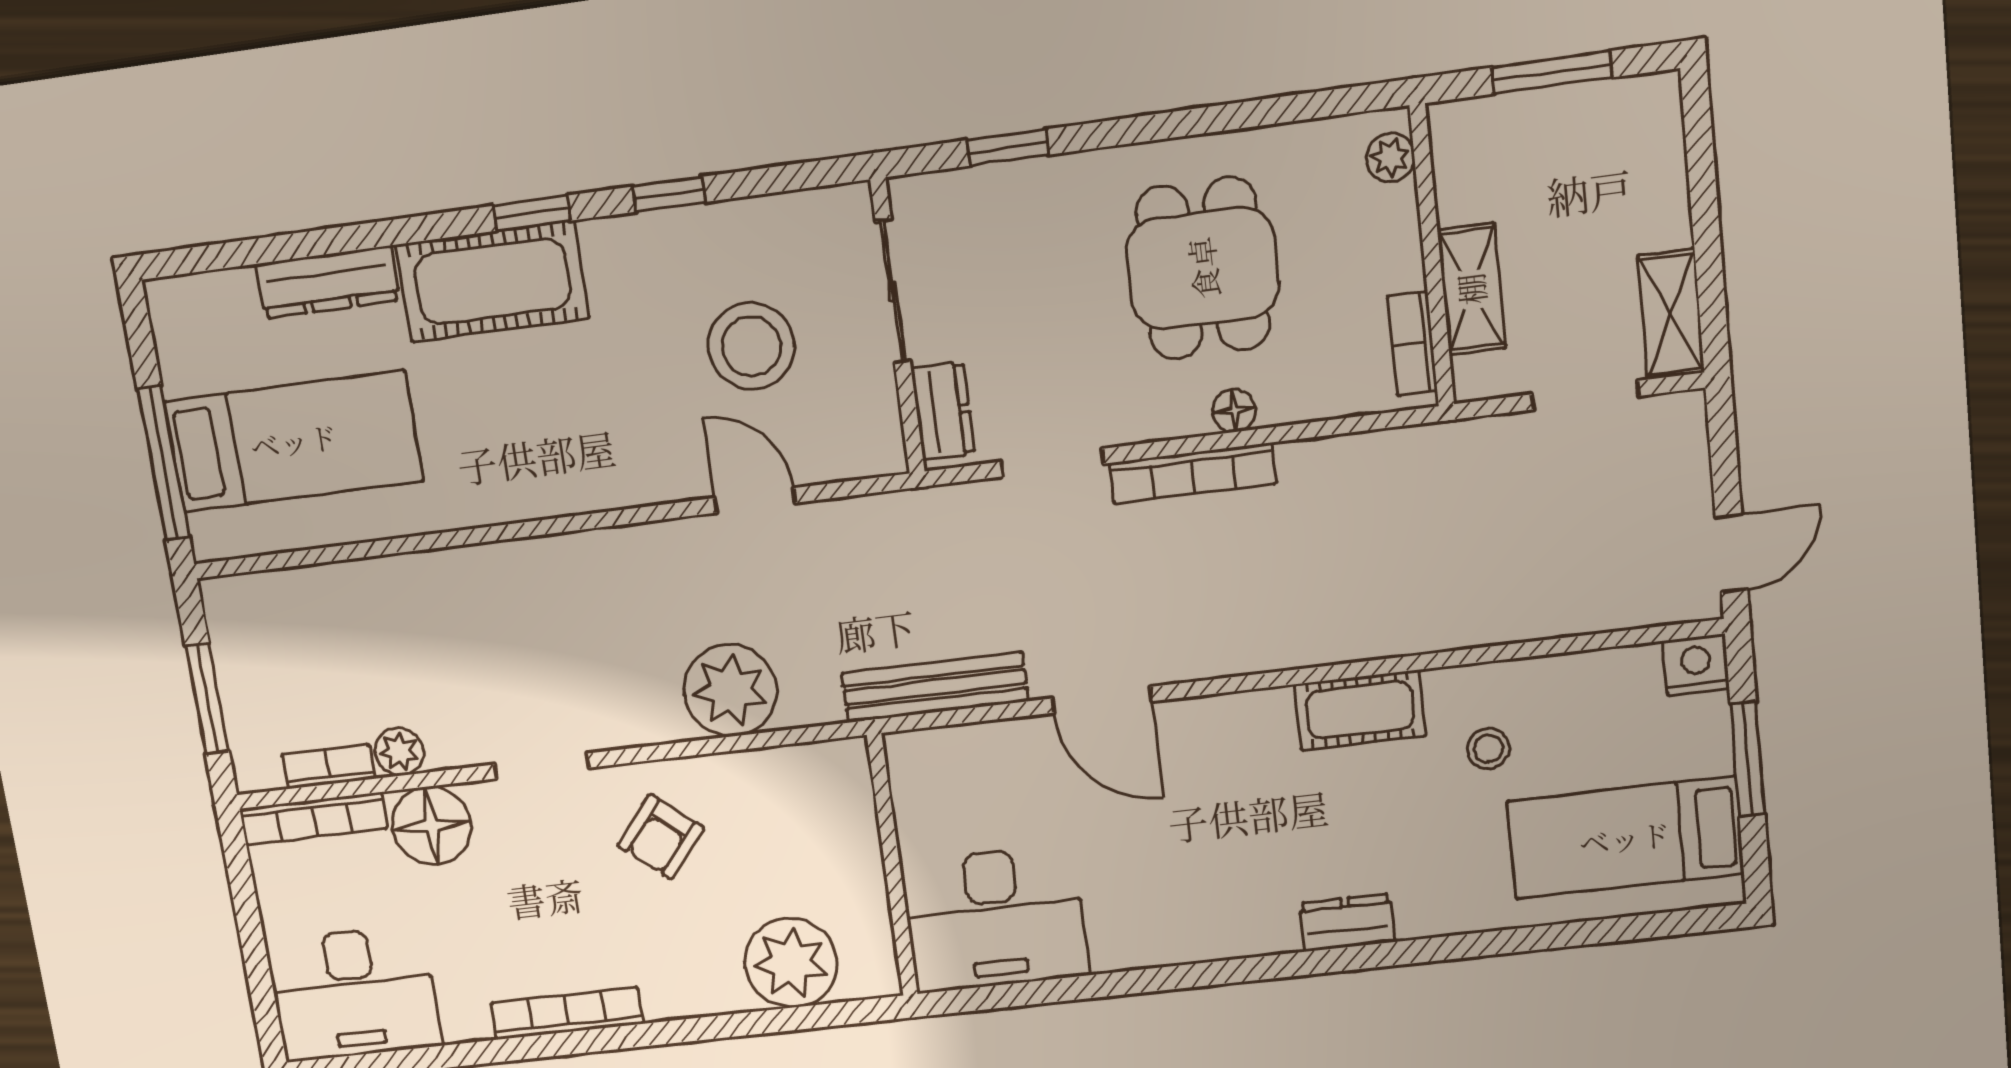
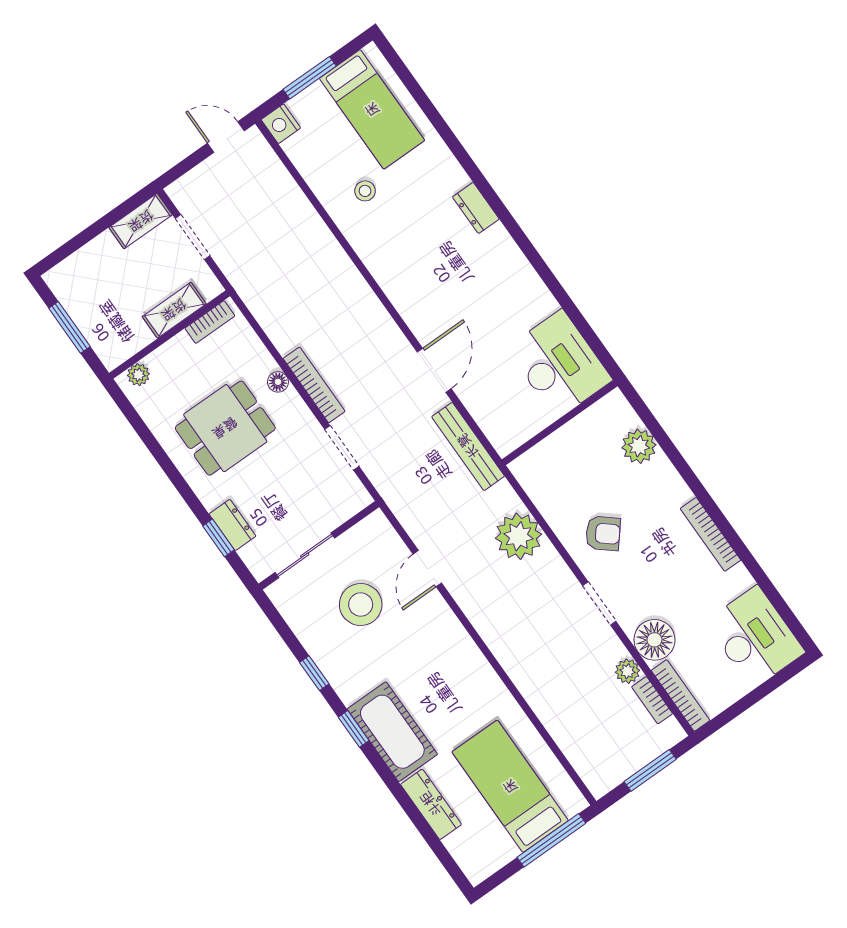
dresser: (943, 411) -> (232, 525), moved, turned 90
cot: (1360, 710) -> (378, 256), removed
plant: (791, 963) -> (639, 446), width x0.73, depth x0.73

